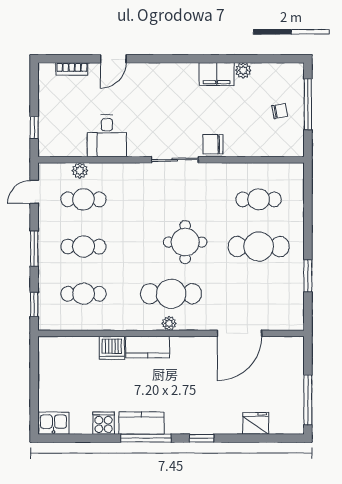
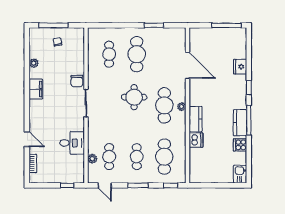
filing cabinet: (217, 74) -> (36, 89), moved
cafe table: (83, 294) -> (164, 157), width x1.37, depth x1.35
fridge: (256, 423) -> (240, 67), moved

